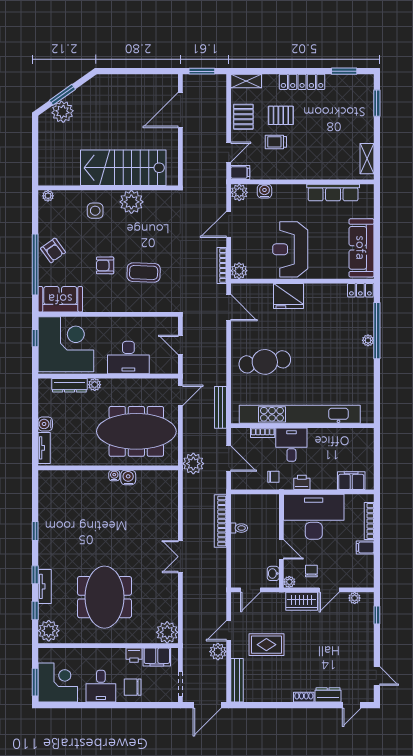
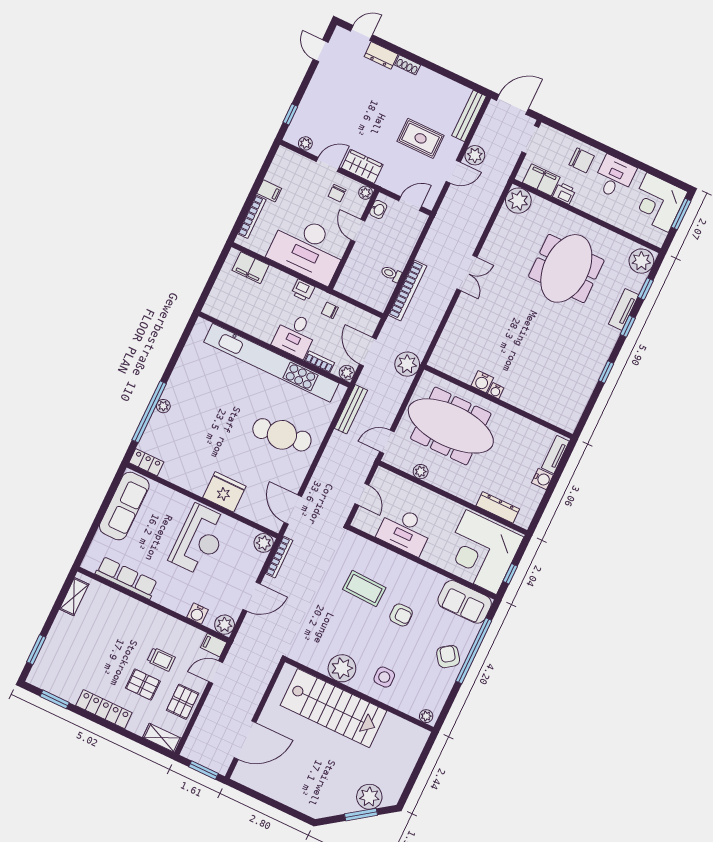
desk: (128, 358) -> (405, 530), moved, turned 180
plant: (95, 385) -> (421, 472), moved
plant: (237, 434) -> (347, 373), added

